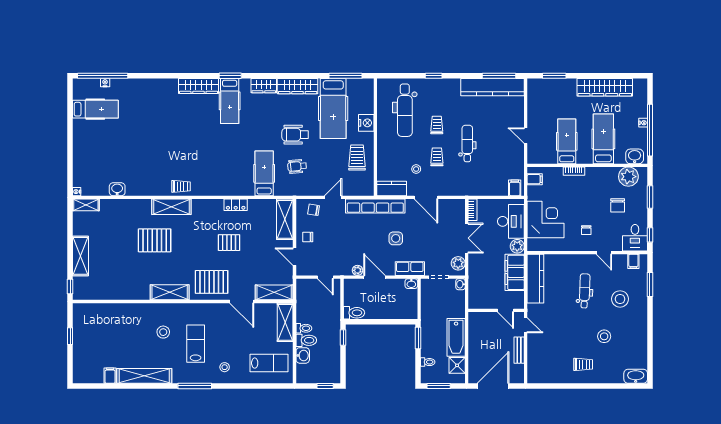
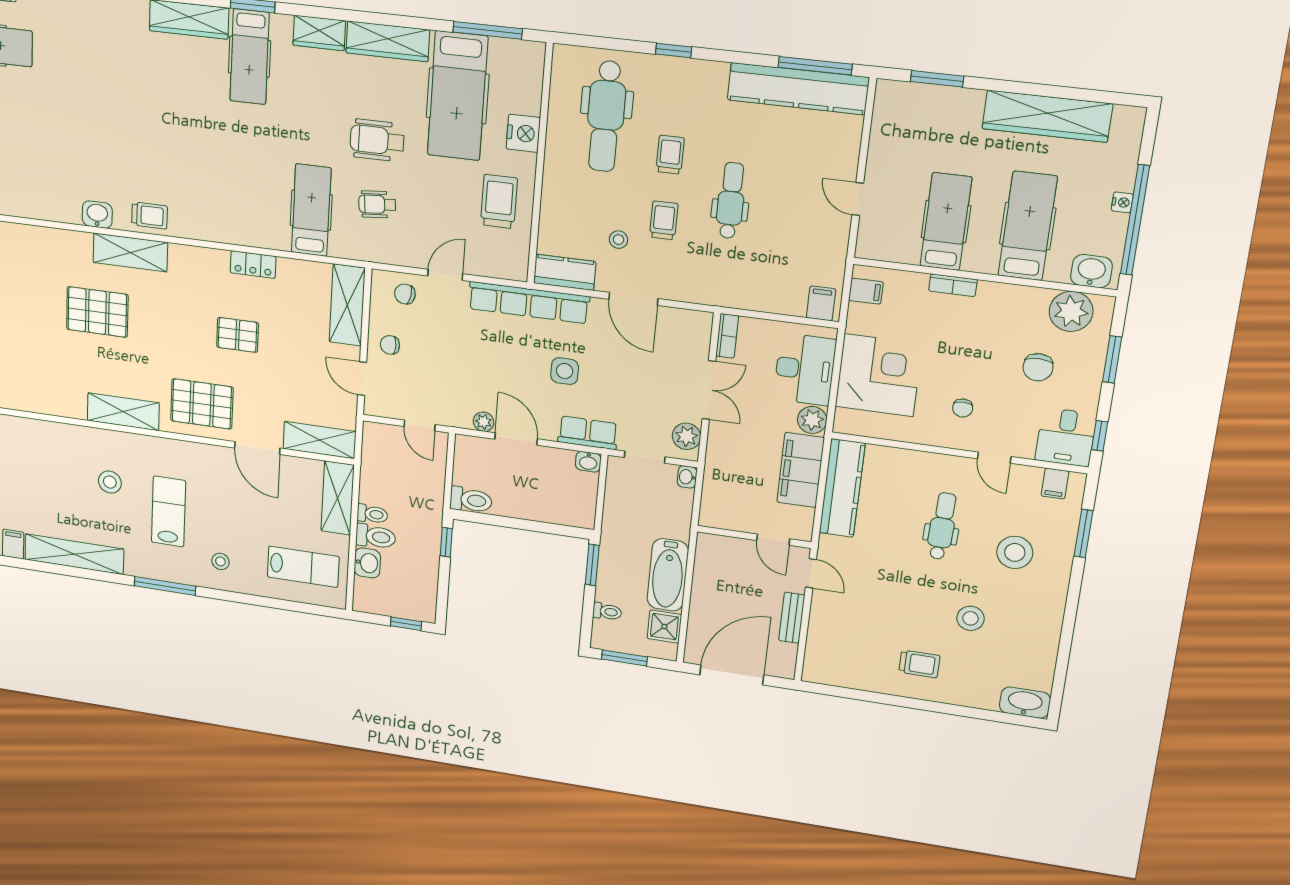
washbasin: (117, 189) -> (97, 215), moved

